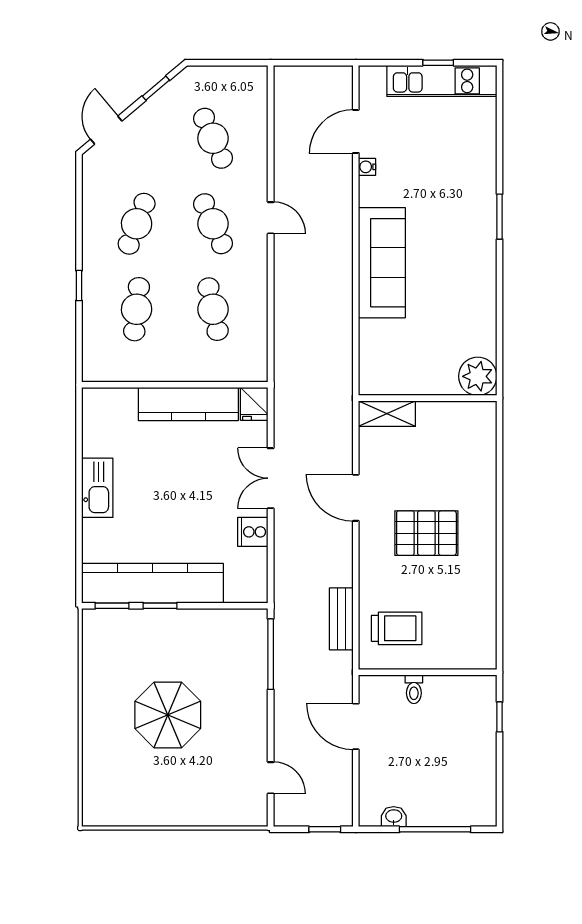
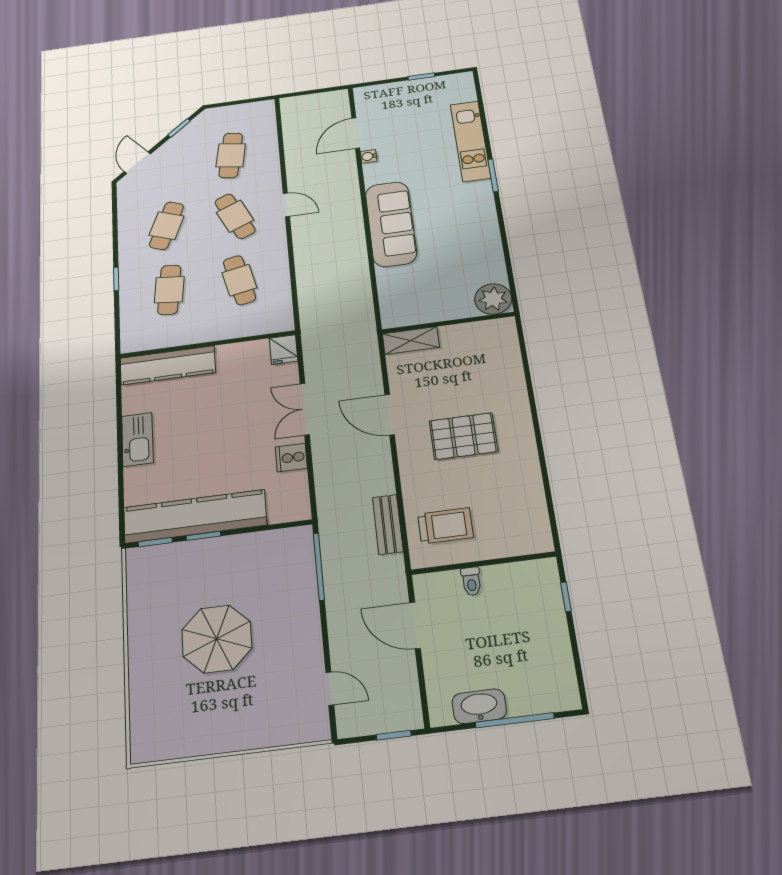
kitchen unit: (442, 81) -> (470, 141), moved, turned 90
cafe table: (213, 138) -> (231, 155), turned 33
kitchen counter: (188, 404) -> (168, 365), moved
washbasin: (394, 817) -> (479, 706), width x1.91, depth x1.45

